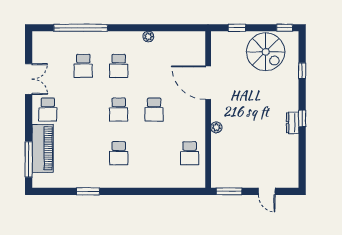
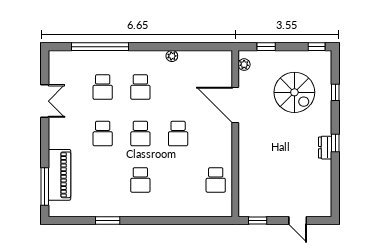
spiral stairs: (266, 52) -> (294, 92), moved
school desk: (48, 110) -> (103, 134), moved
plant: (216, 127) -> (244, 65), moved
window: (229, 191) -> (258, 220), width x0.67

